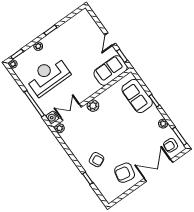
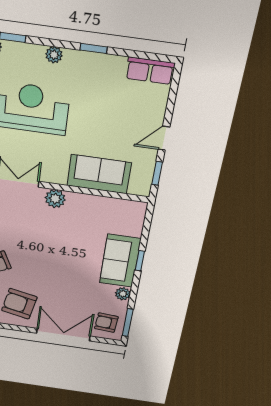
row of seats: (79, 19) -> (150, 71), added
sofa: (111, 70) -> (99, 174), moved
sofa: (137, 96) -> (120, 261), moved

